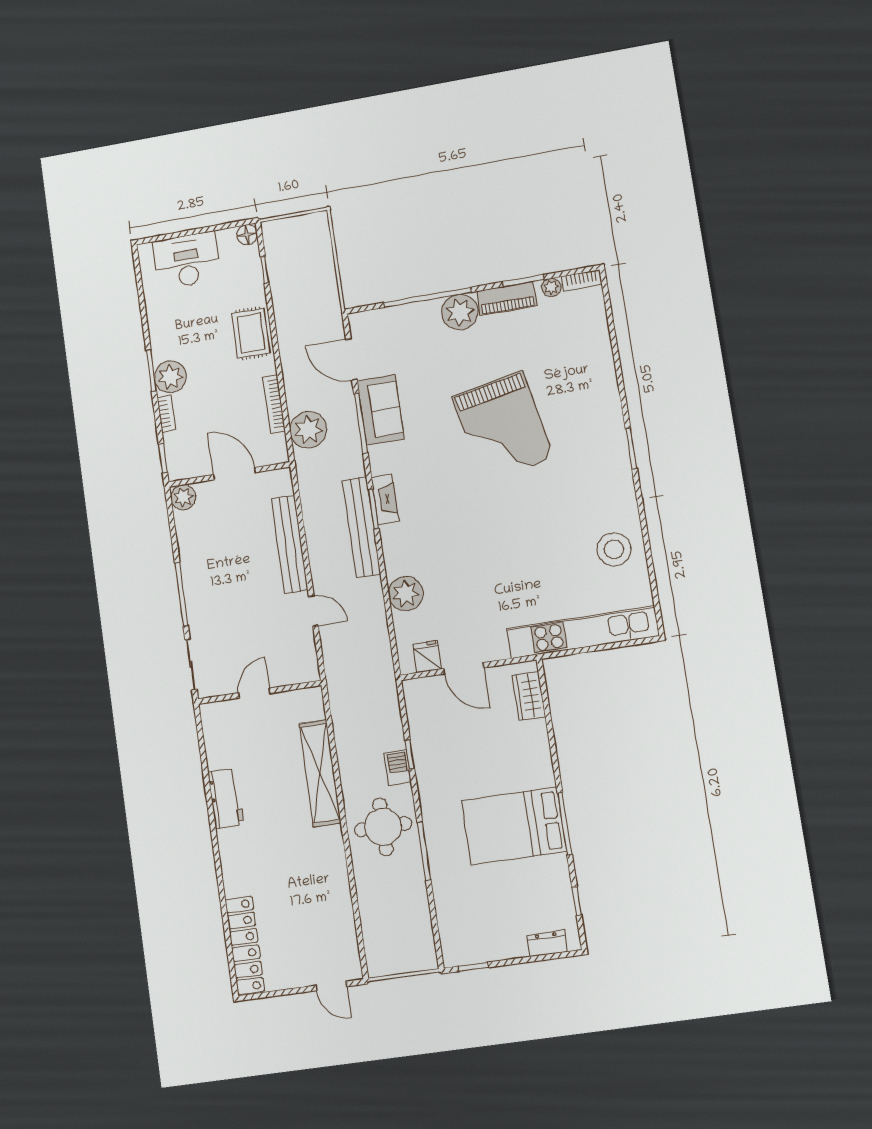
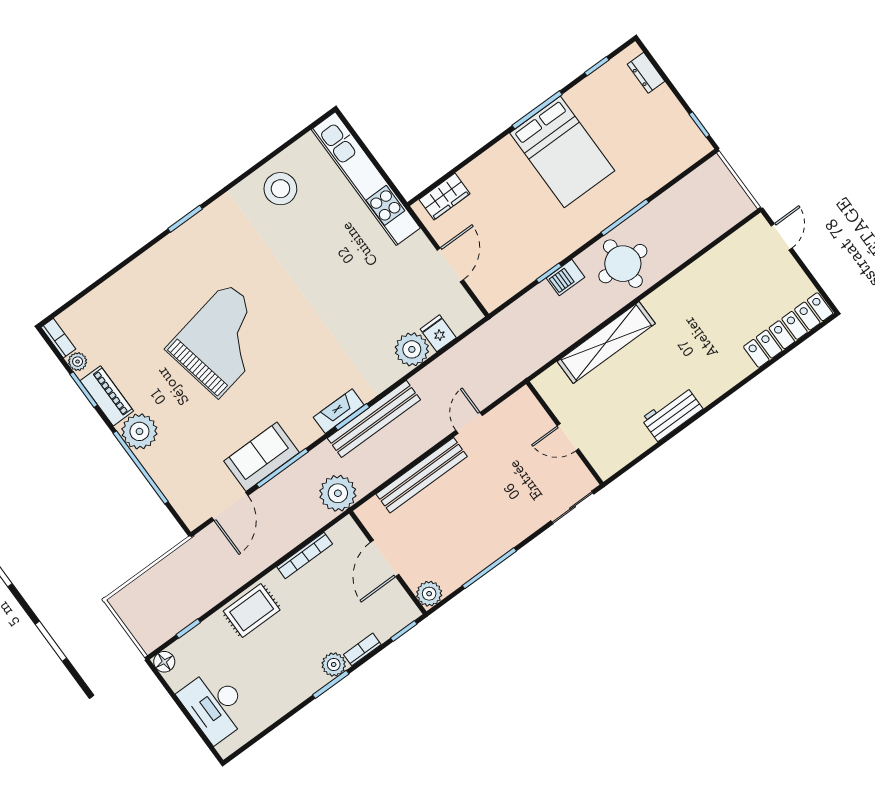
plant: (170, 377) -> (334, 664), width x0.73, depth x0.73
plant: (308, 430) -> (338, 493), moved
window: (181, 594) -> (489, 568), moved
fridge: (427, 657) -> (438, 333), moved, turned 90

